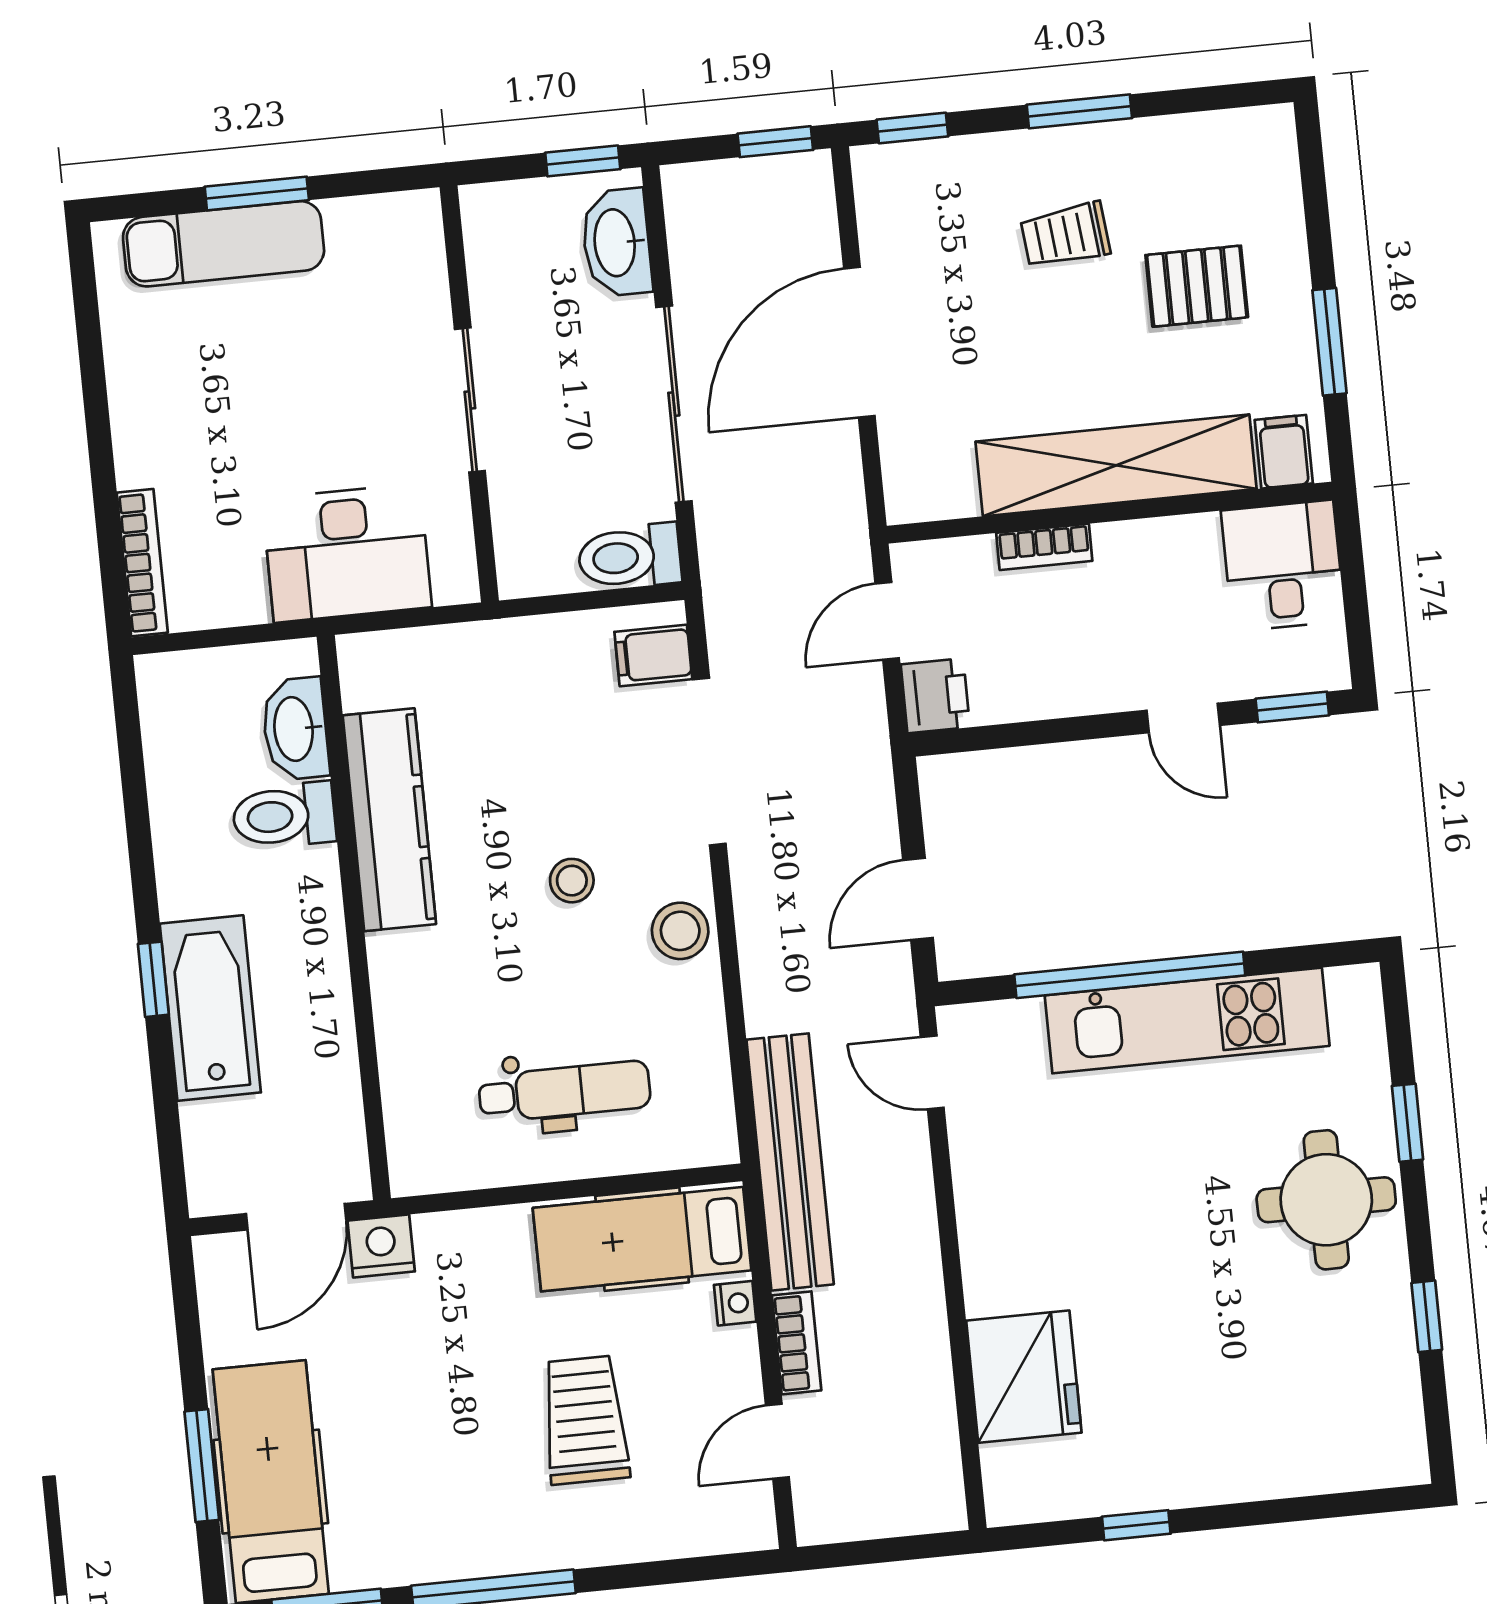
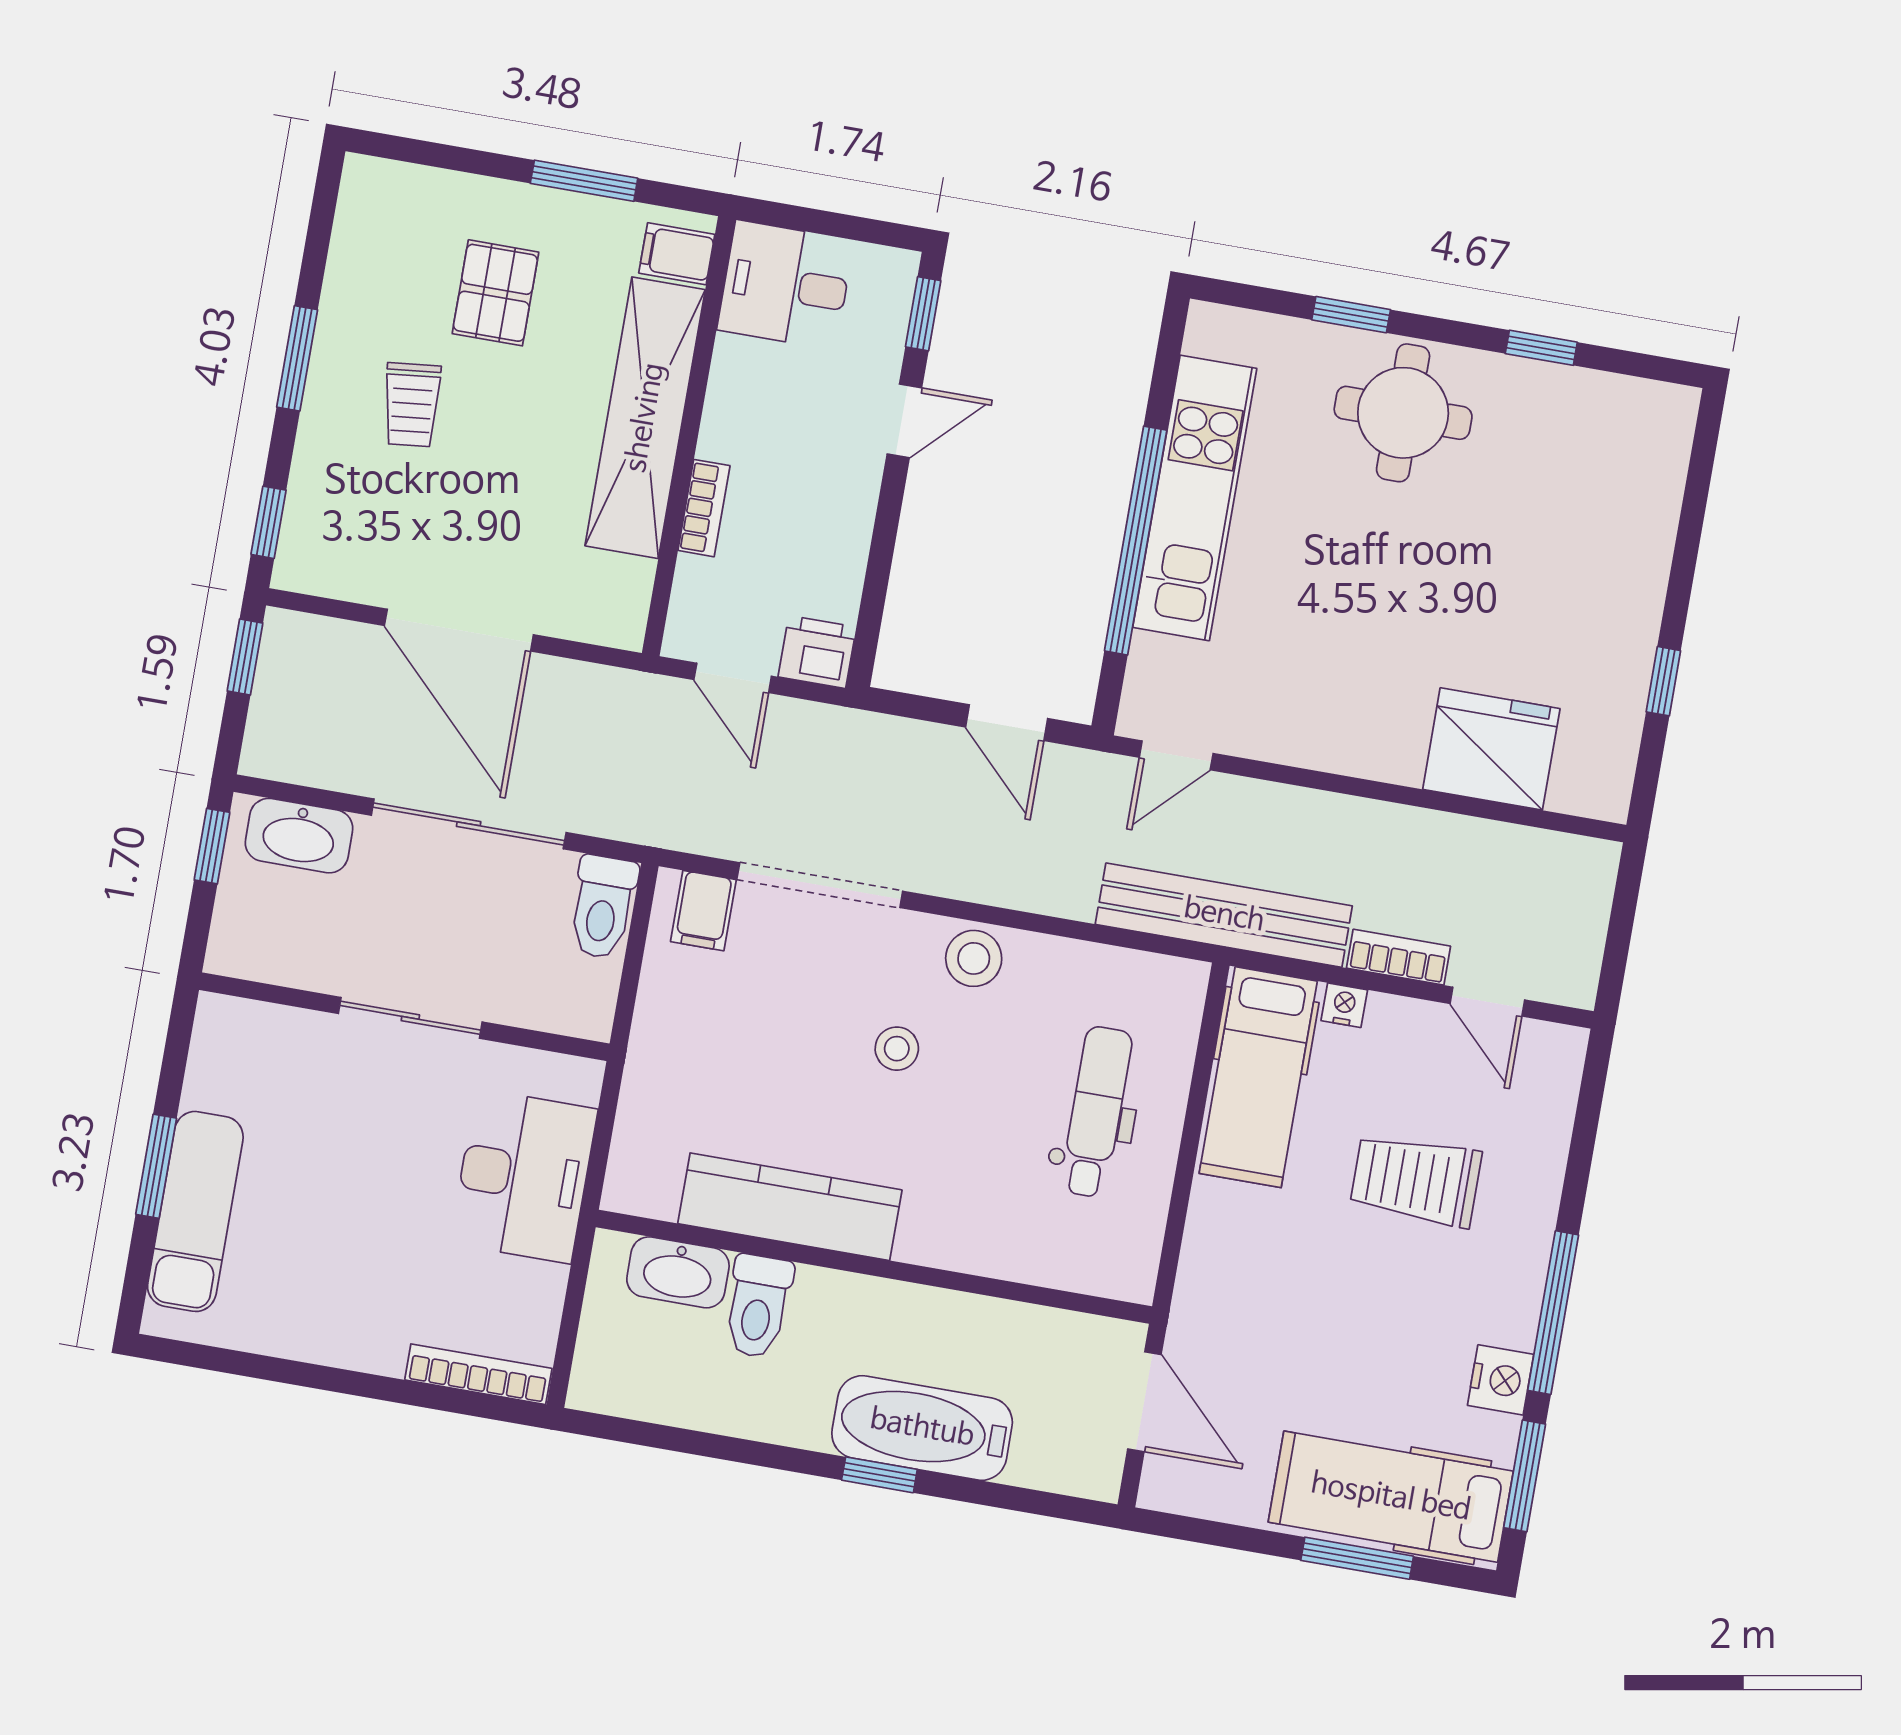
nightstand: (381, 1246) -> (1501, 1380), moved, turned 180

